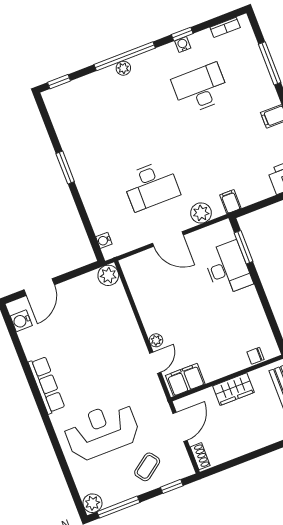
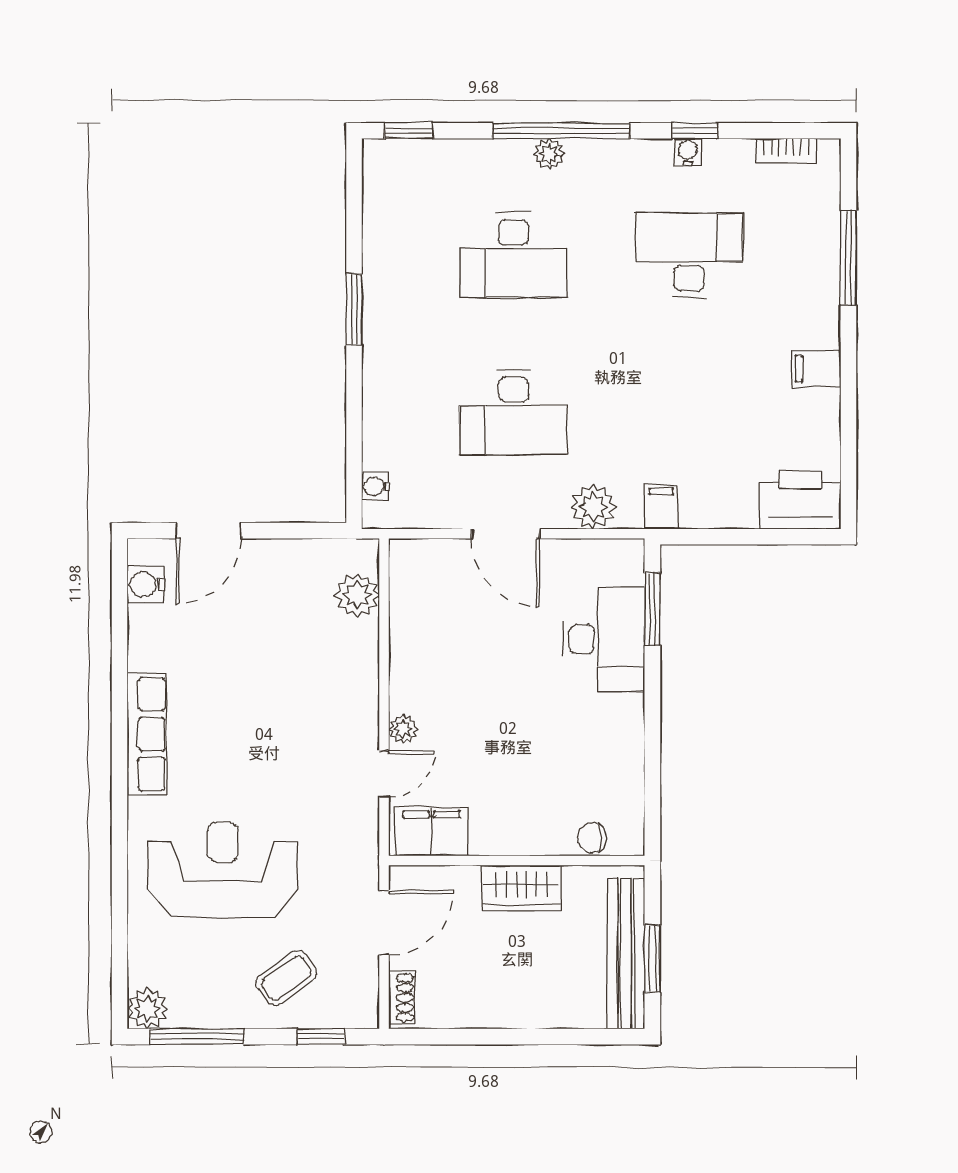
desk: (125, 118) -> (514, 255), added
plant: (108, 275) -> (357, 595), moved

